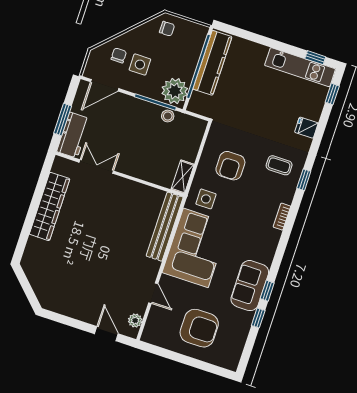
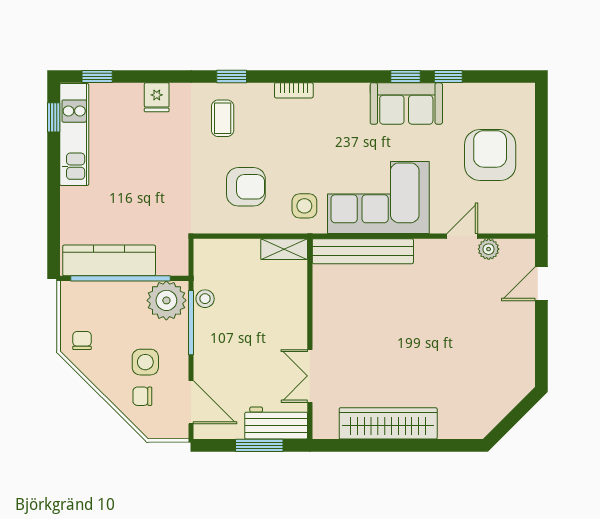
plant: (135, 320) -> (489, 249), moved

